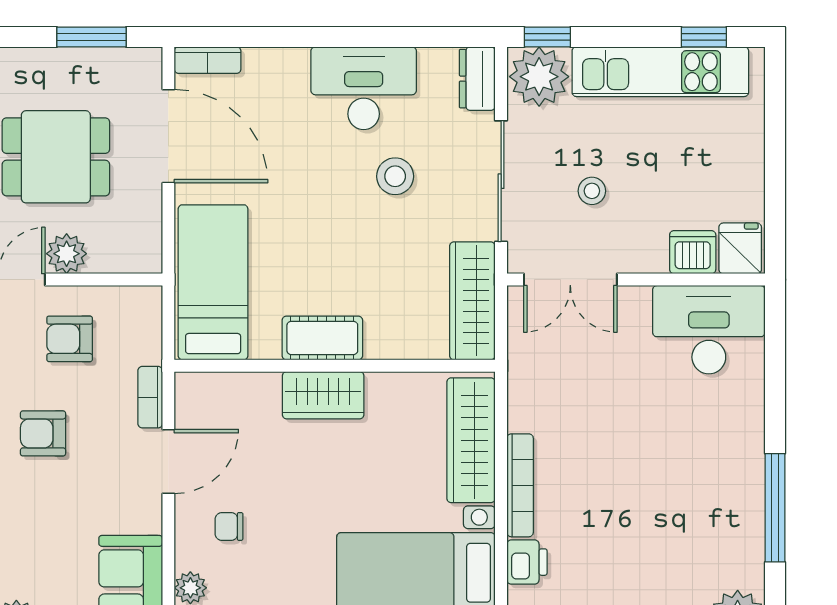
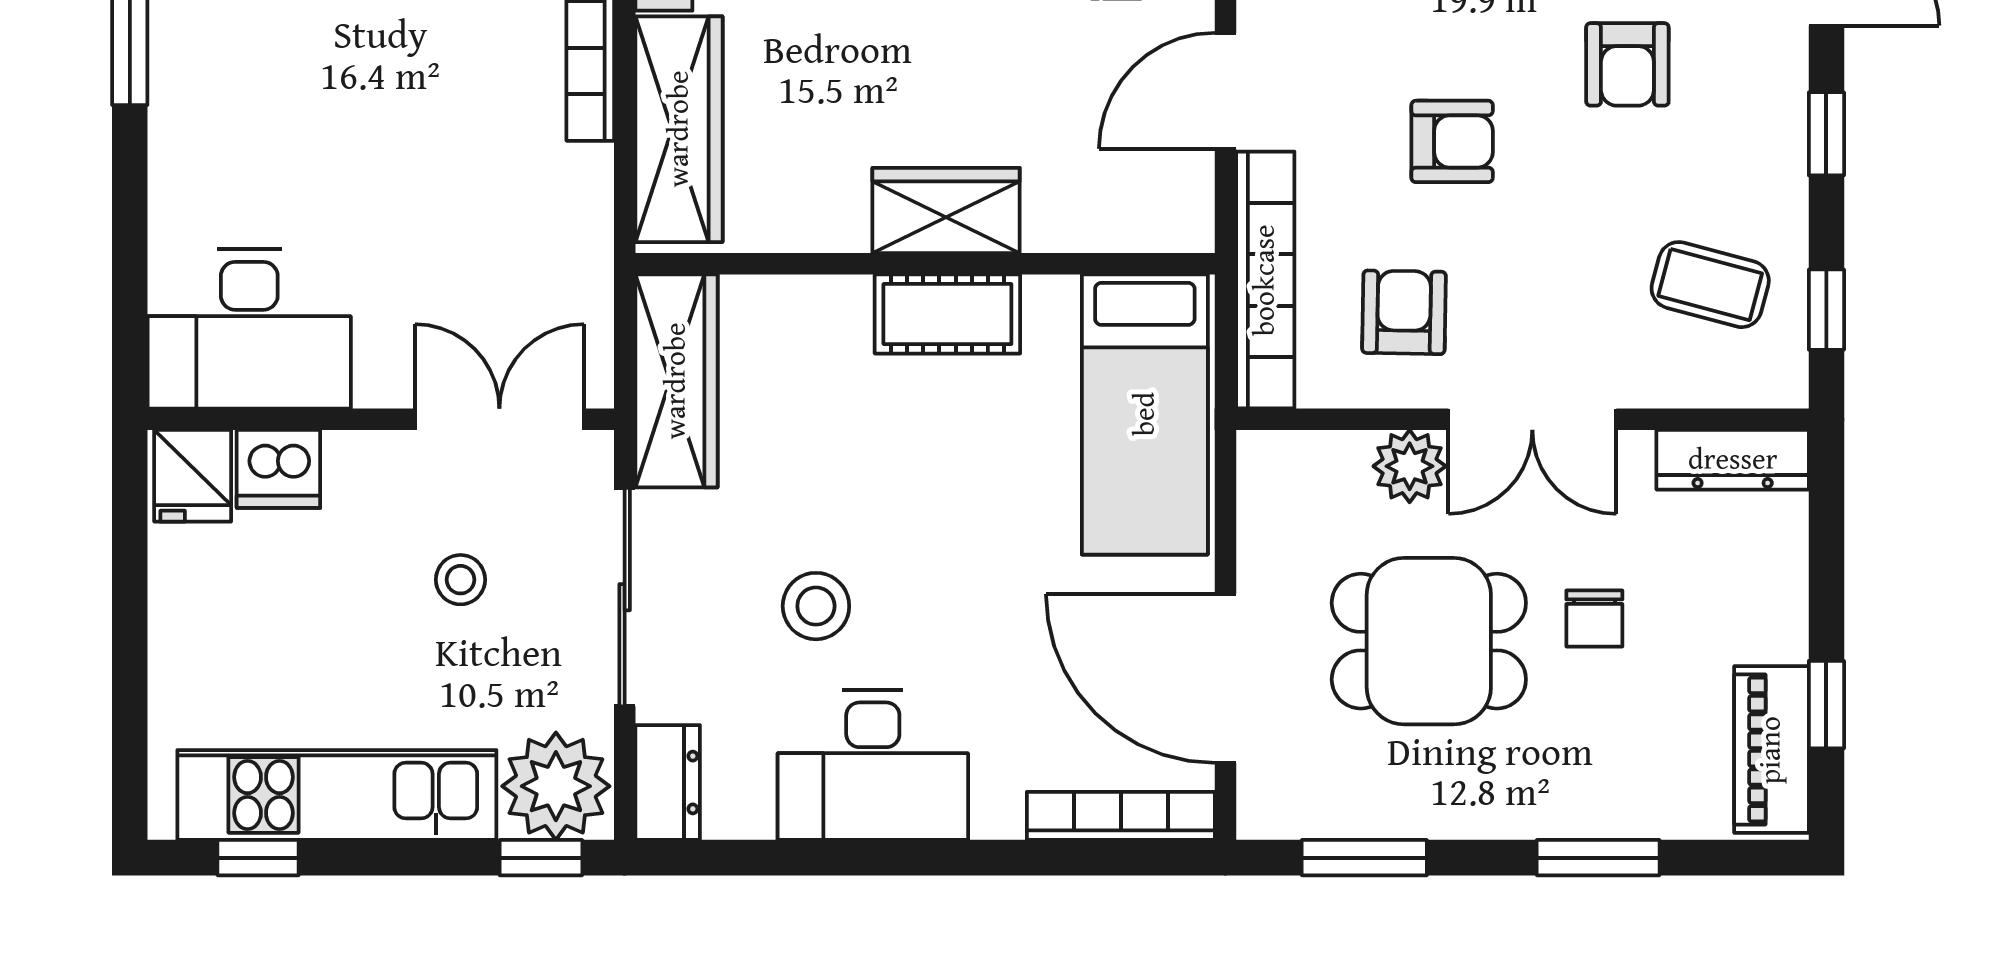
bookcase: (208, 60) -> (1121, 816), width x1.56
armchair: (70, 339) -> (1404, 312), turned -89
bookcase: (150, 397) -> (1265, 280), width x2.31, depth x1.31

